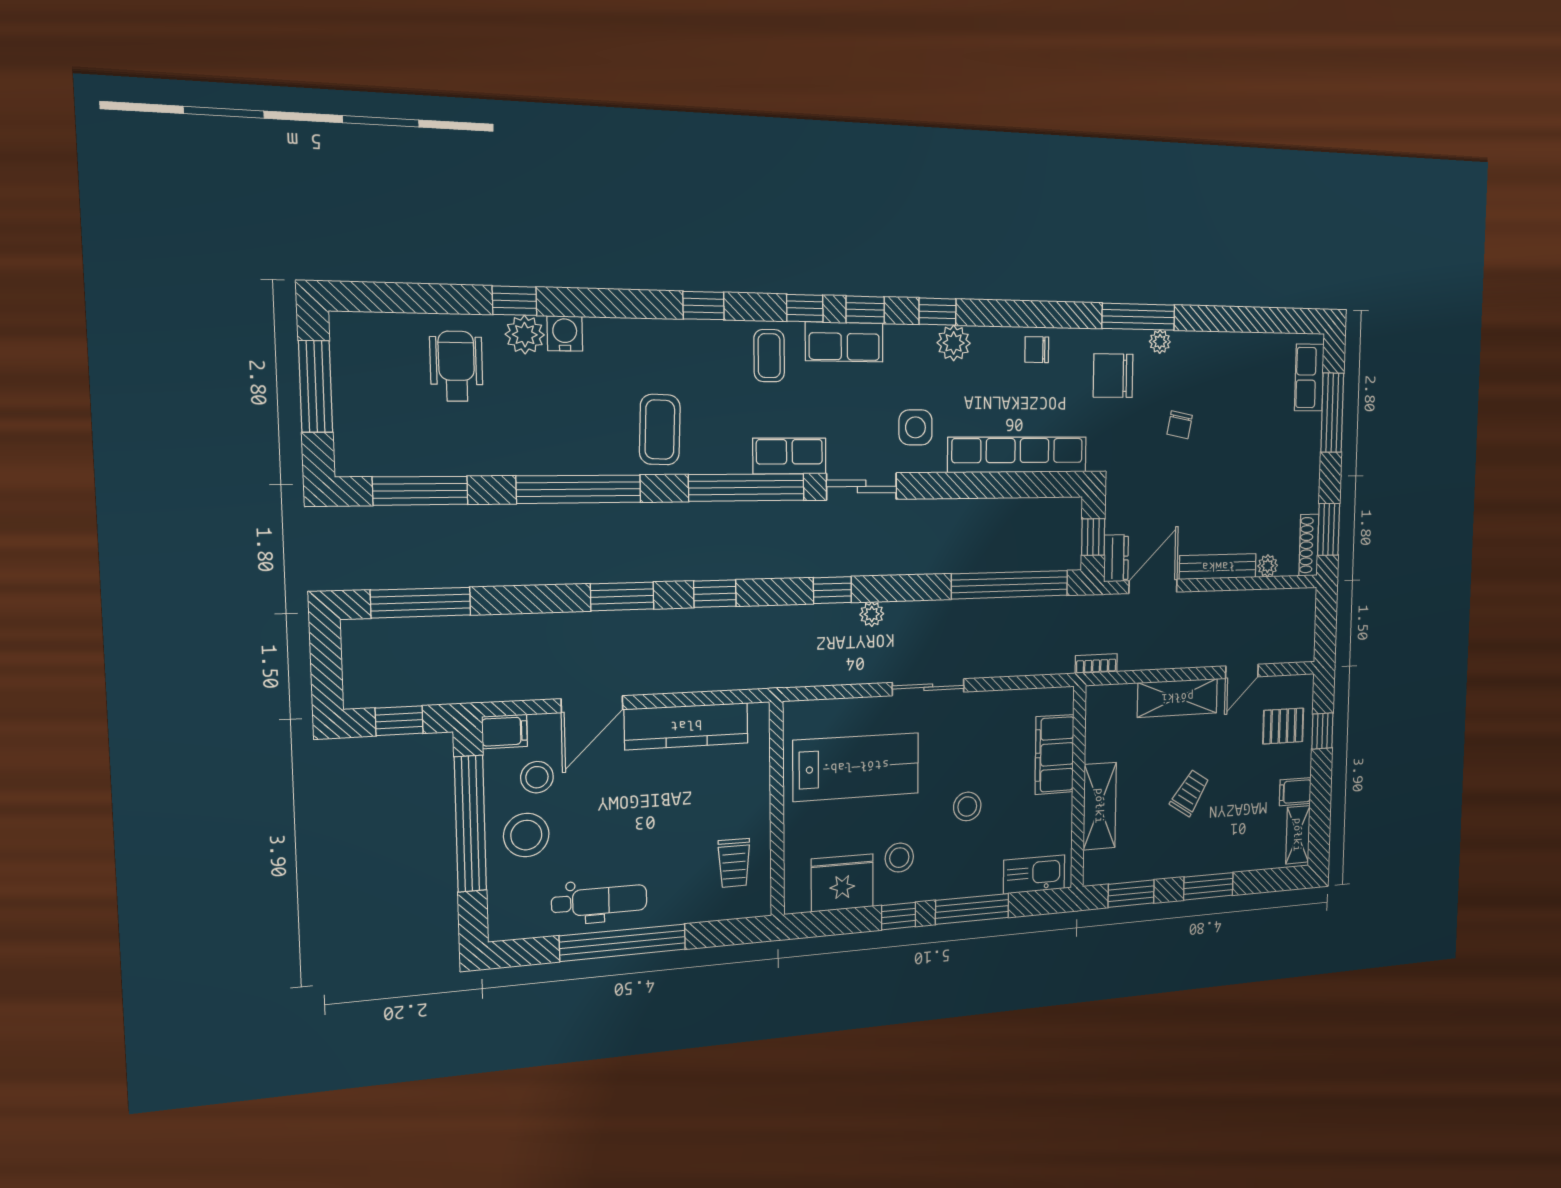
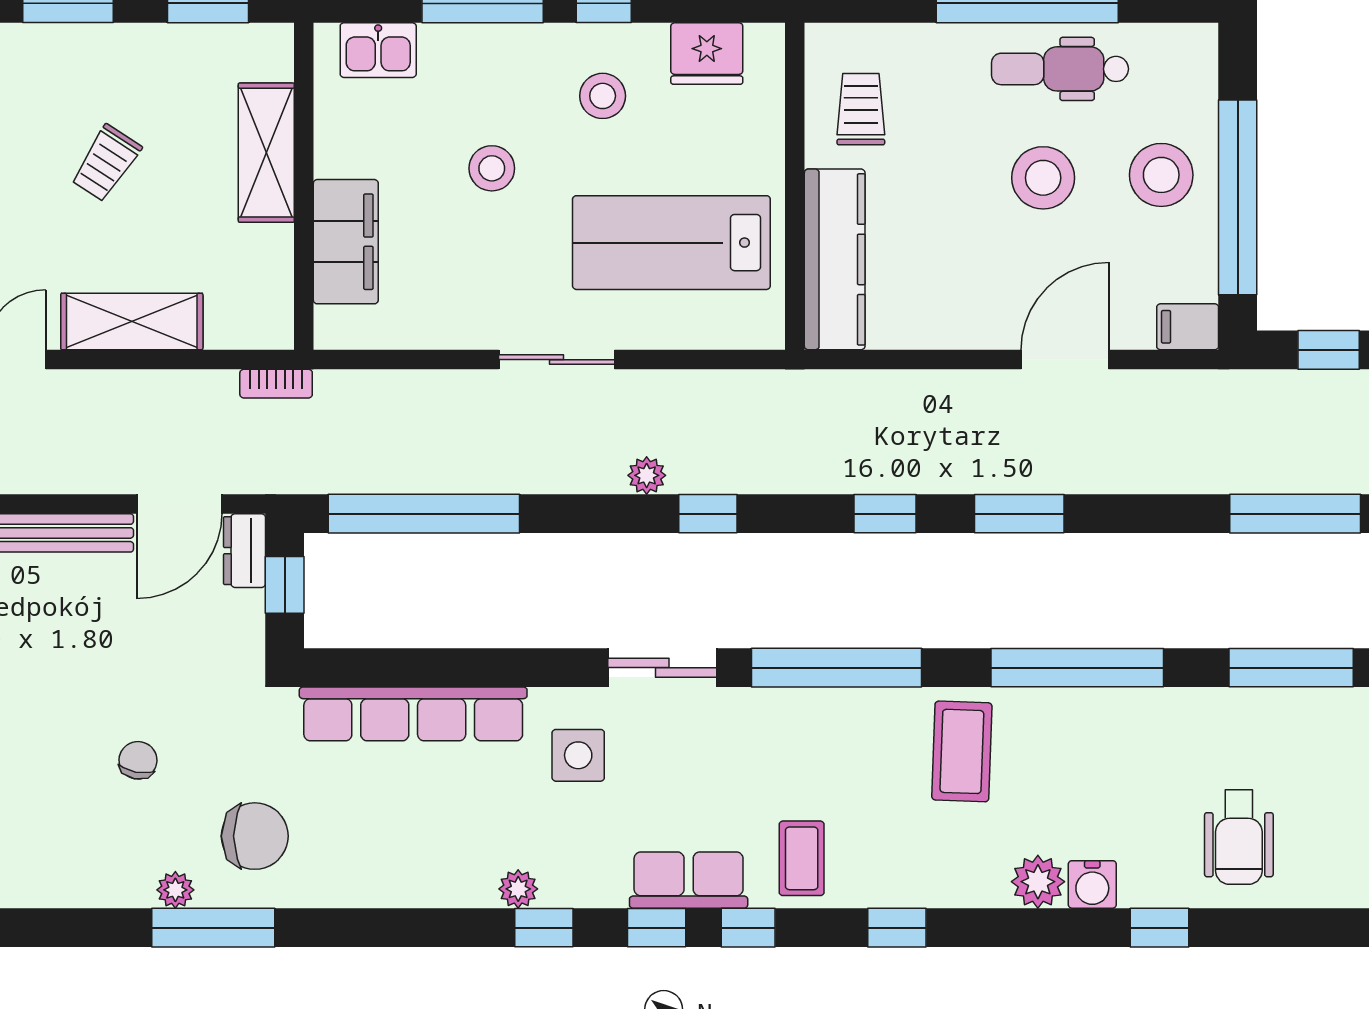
plant: (525, 335) -> (1038, 882), moved
plant: (954, 343) -> (518, 889), width x0.73, depth x0.73
chair: (1037, 350) -> (383, 874), removed
row of seats: (789, 456) -> (772, 713), removed
kitchen counter: (686, 726) -> (835, 259), moved, turned 90
stool: (537, 777) -> (1043, 178), moved, width x1.38, depth x1.38
kitchen sink: (1034, 874) -> (378, 50), width x0.73
fridge: (842, 883) -> (707, 53), width x0.73, depth x0.75

